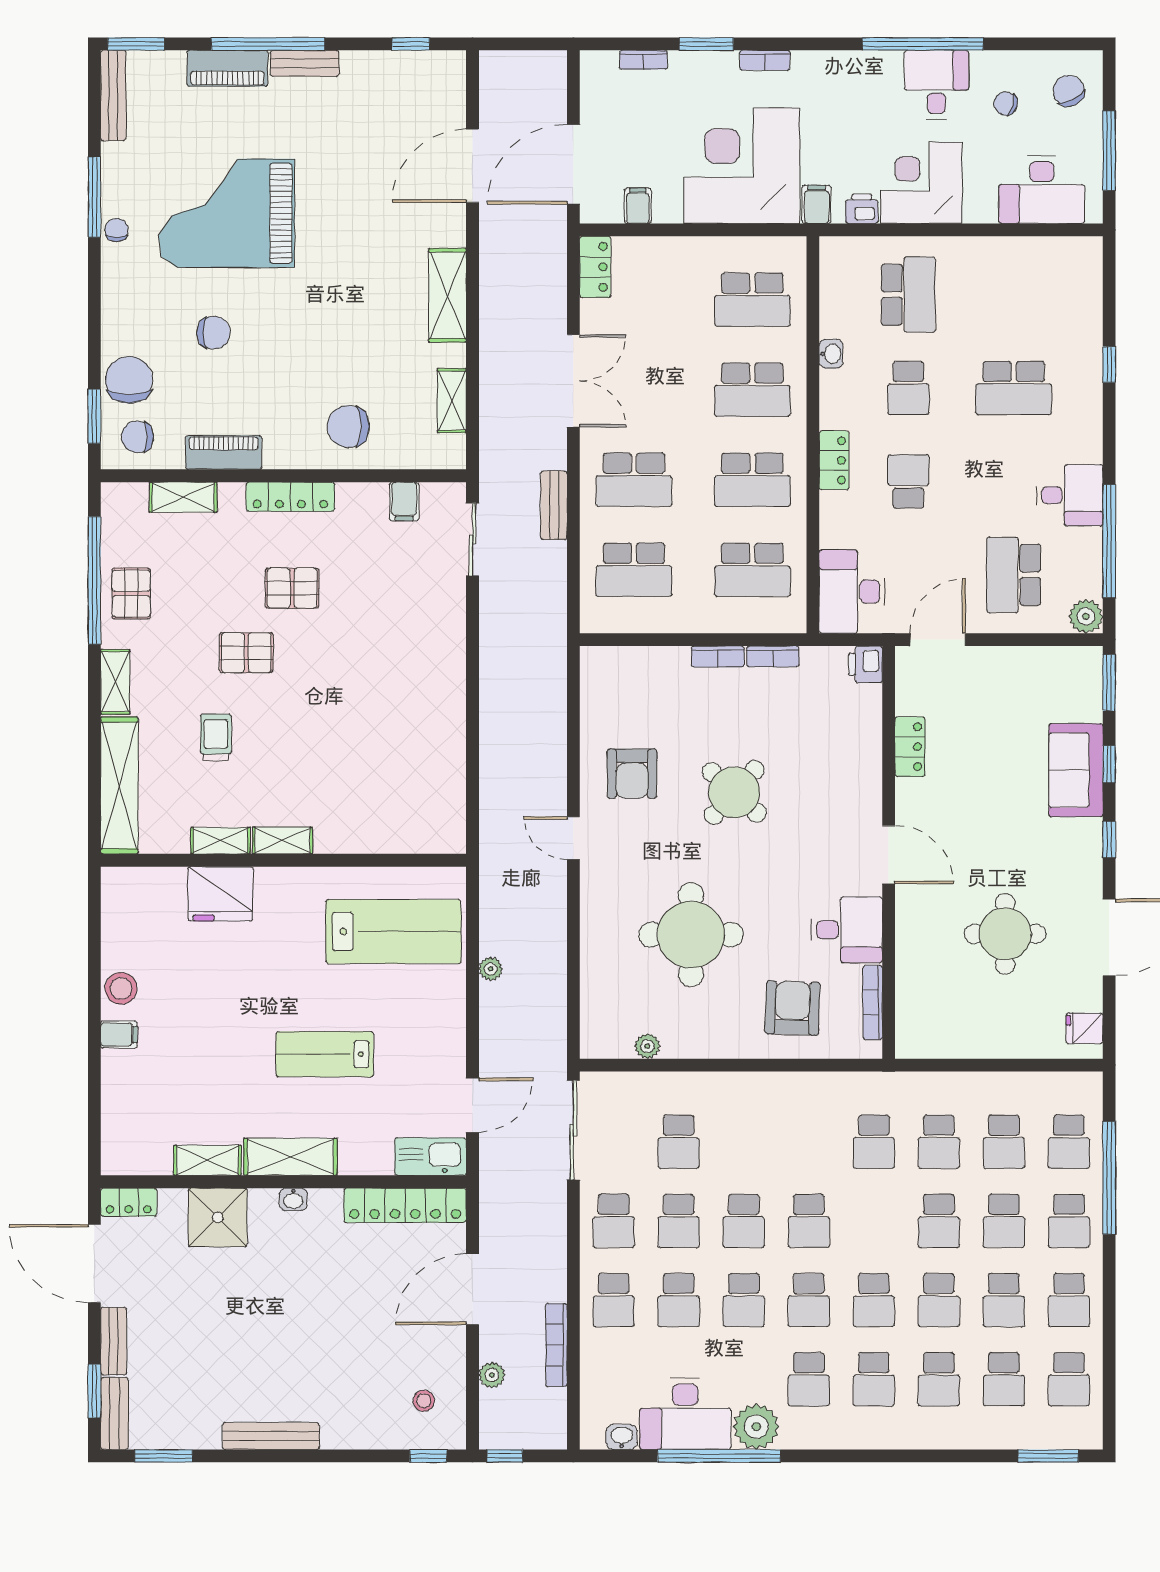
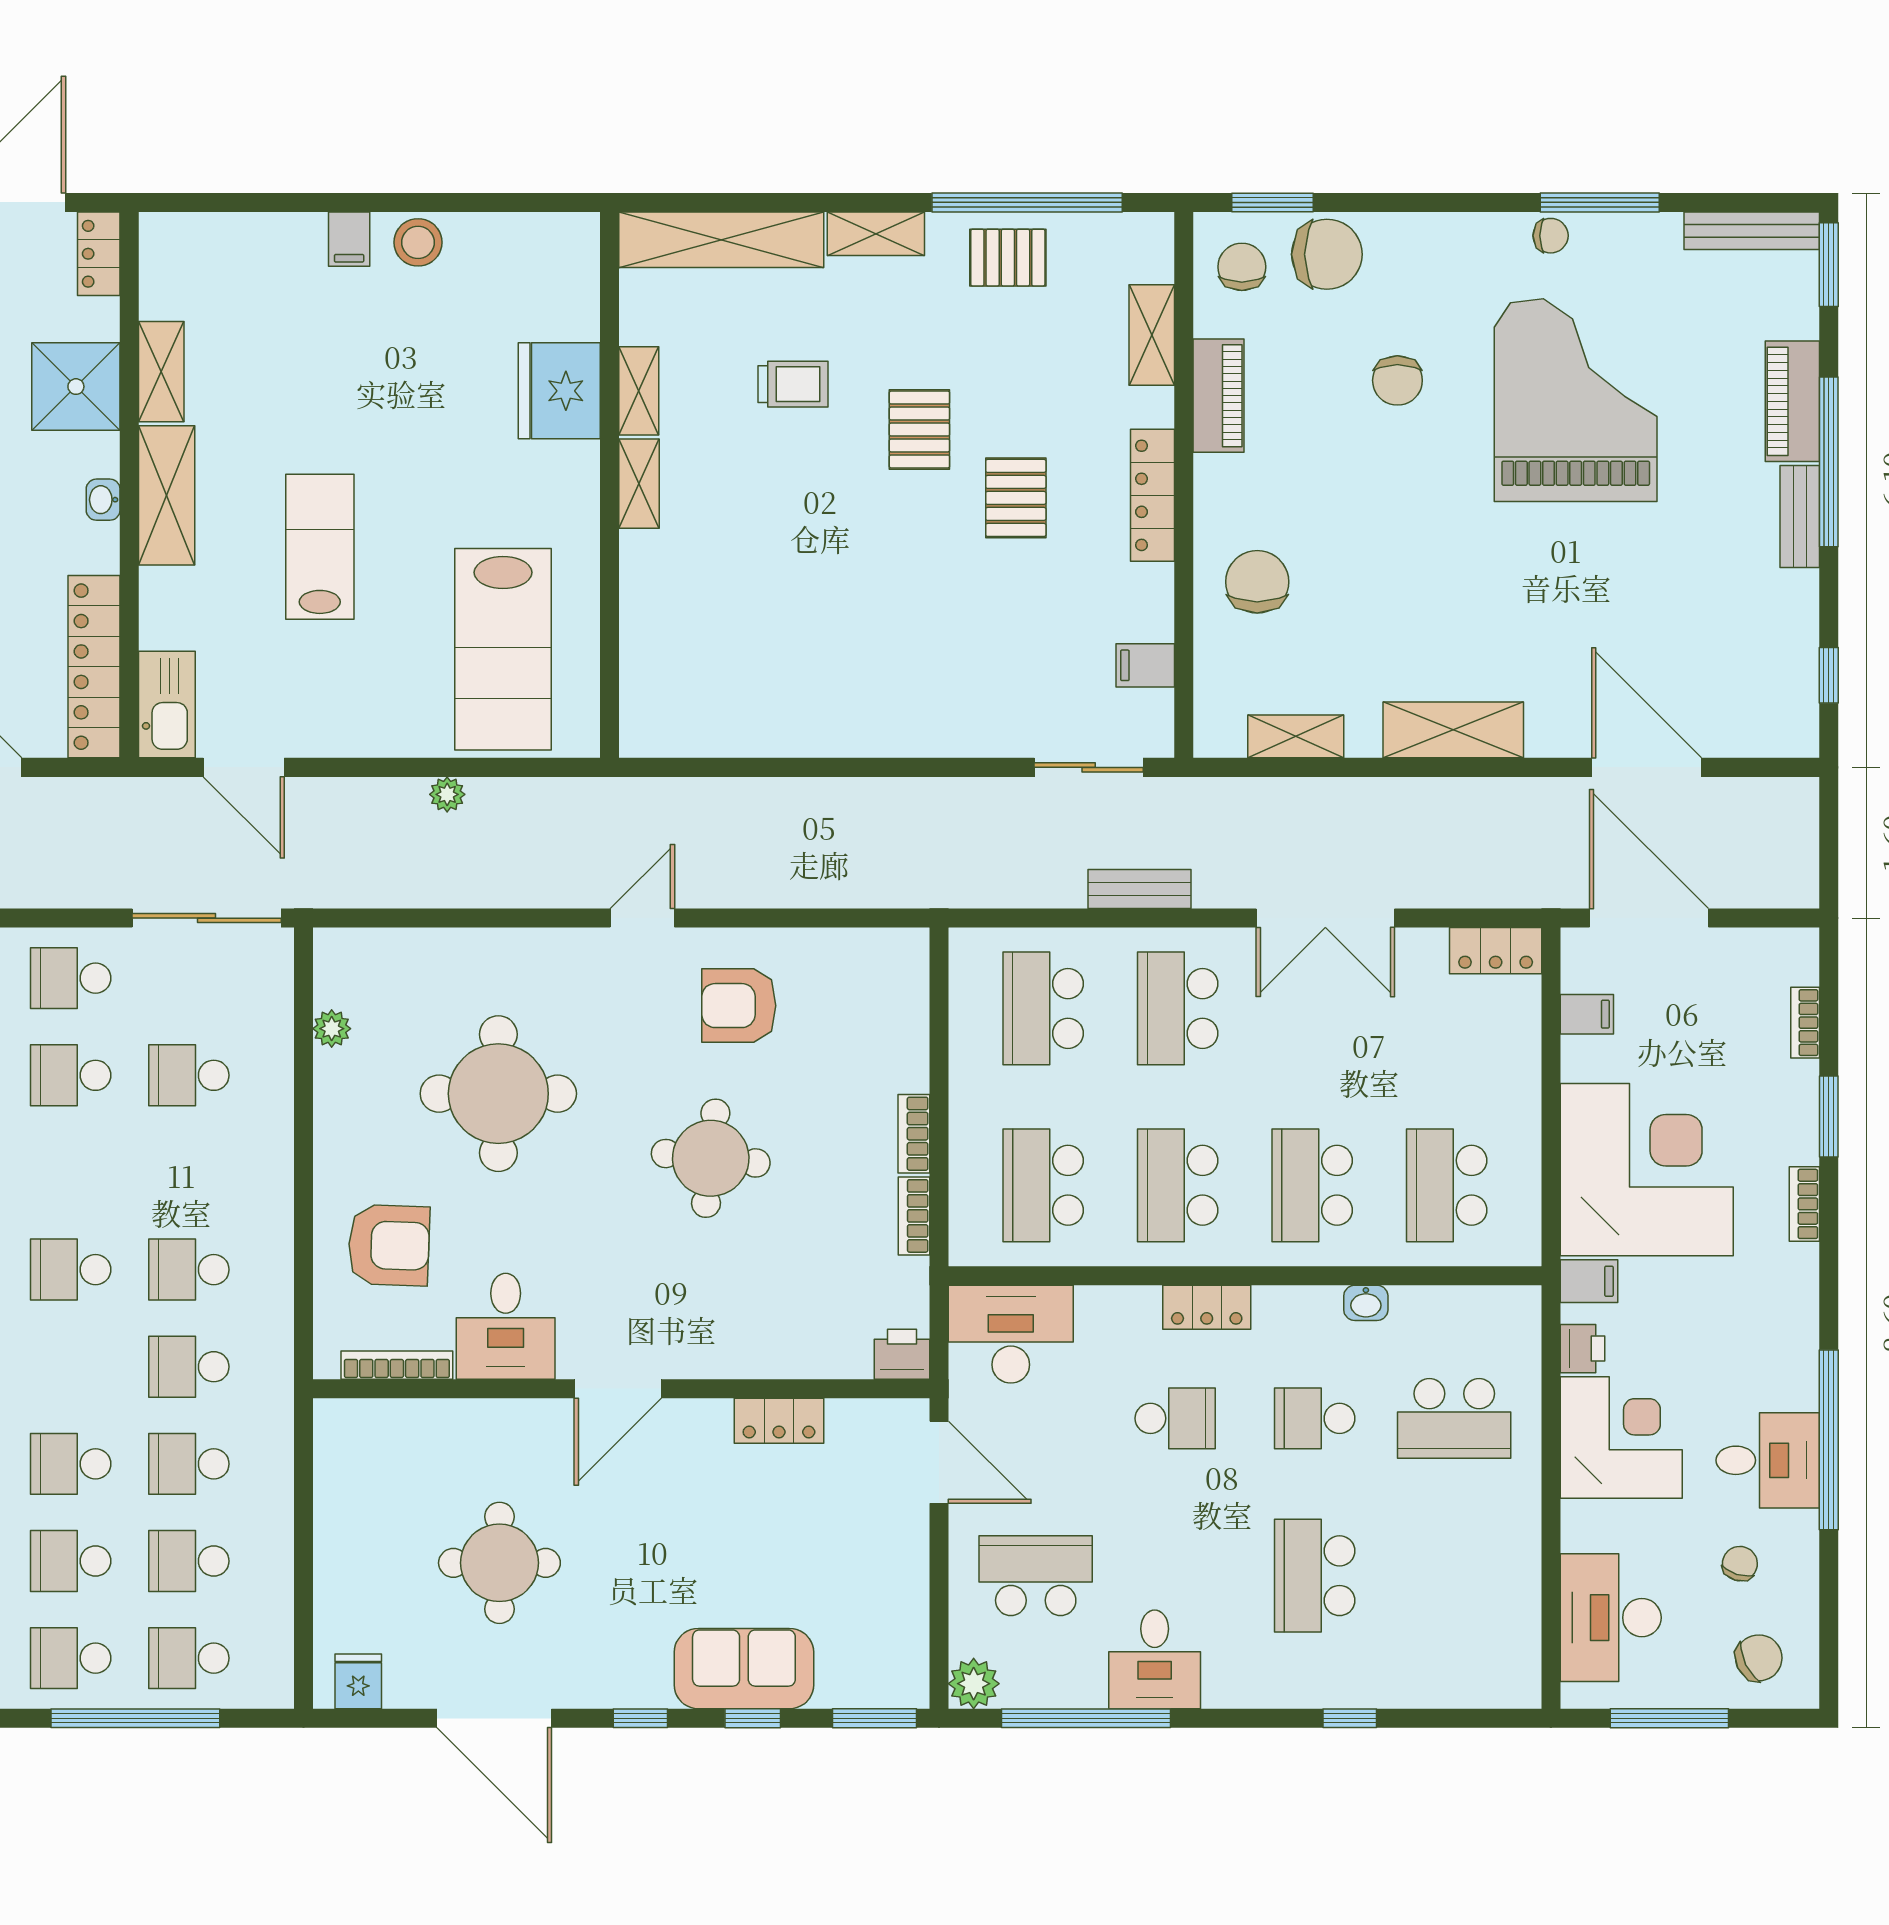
round table: (734, 792) -> (711, 1158), turned -36
school desk: (744, 1221) -> (189, 1270), moved

